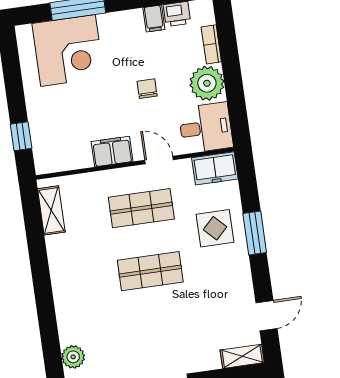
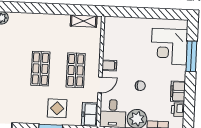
filing cabinet: (154, 19) -> (178, 91), width x2.00
window: (21, 136) -> (127, 12), removed
filing cabinet: (112, 151) -> (109, 65), width x0.50

